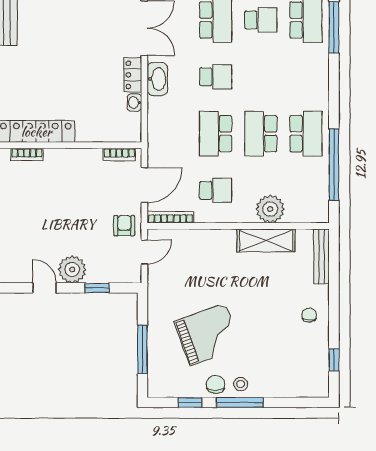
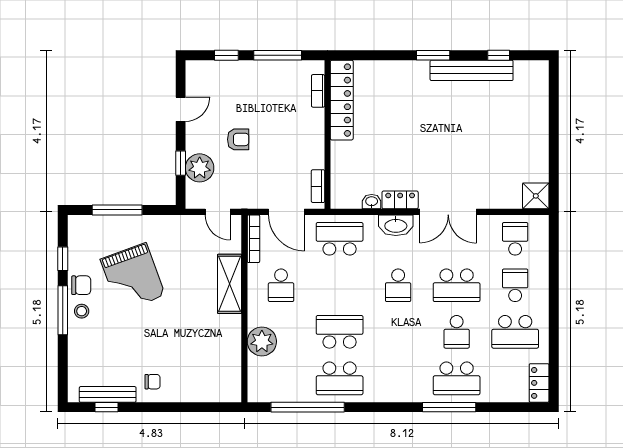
school desk: (216, 134) -> (340, 239), moved
armchair: (124, 226) -> (238, 139), moved
shelving: (266, 240) -> (230, 284), moved
bench: (322, 256) -> (108, 394), moved
plant: (72, 269) -> (200, 168), moved

